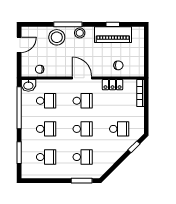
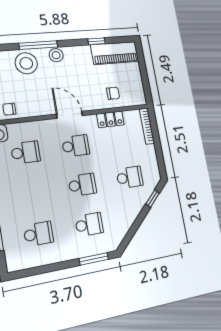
piano: (113, 35) -> (115, 53), moved
school desk: (46, 129) -> (32, 193), removed

